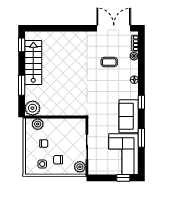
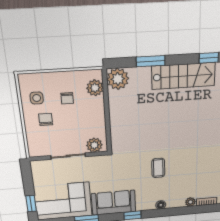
coffee table: (109, 62) -> (158, 168), moved
plant: (80, 167) -> (94, 145), moved

